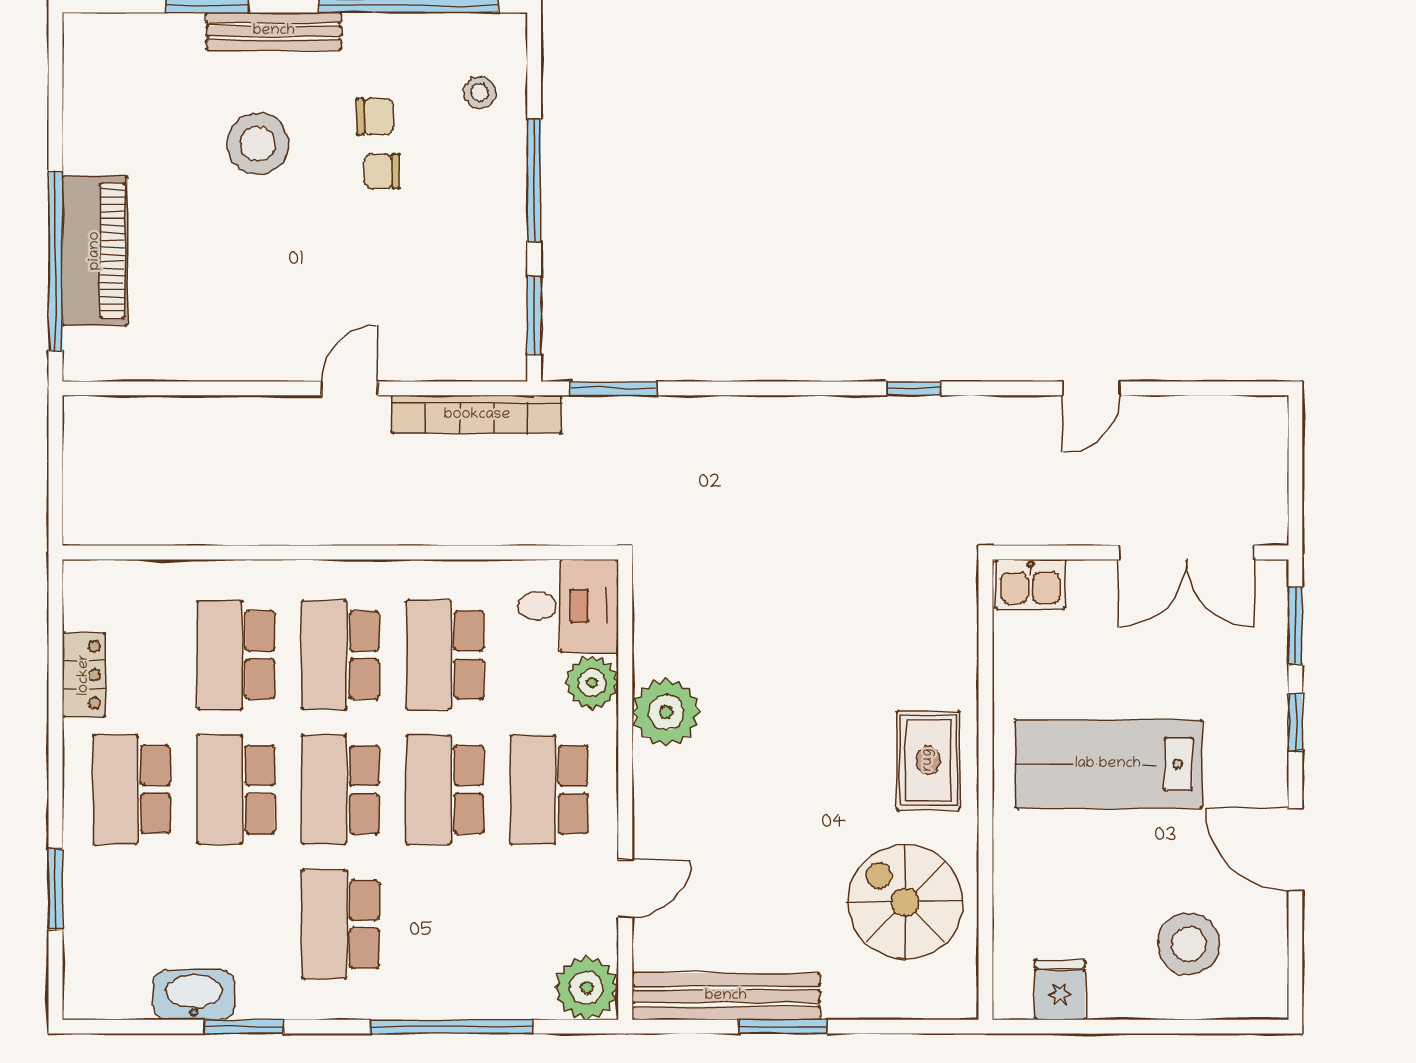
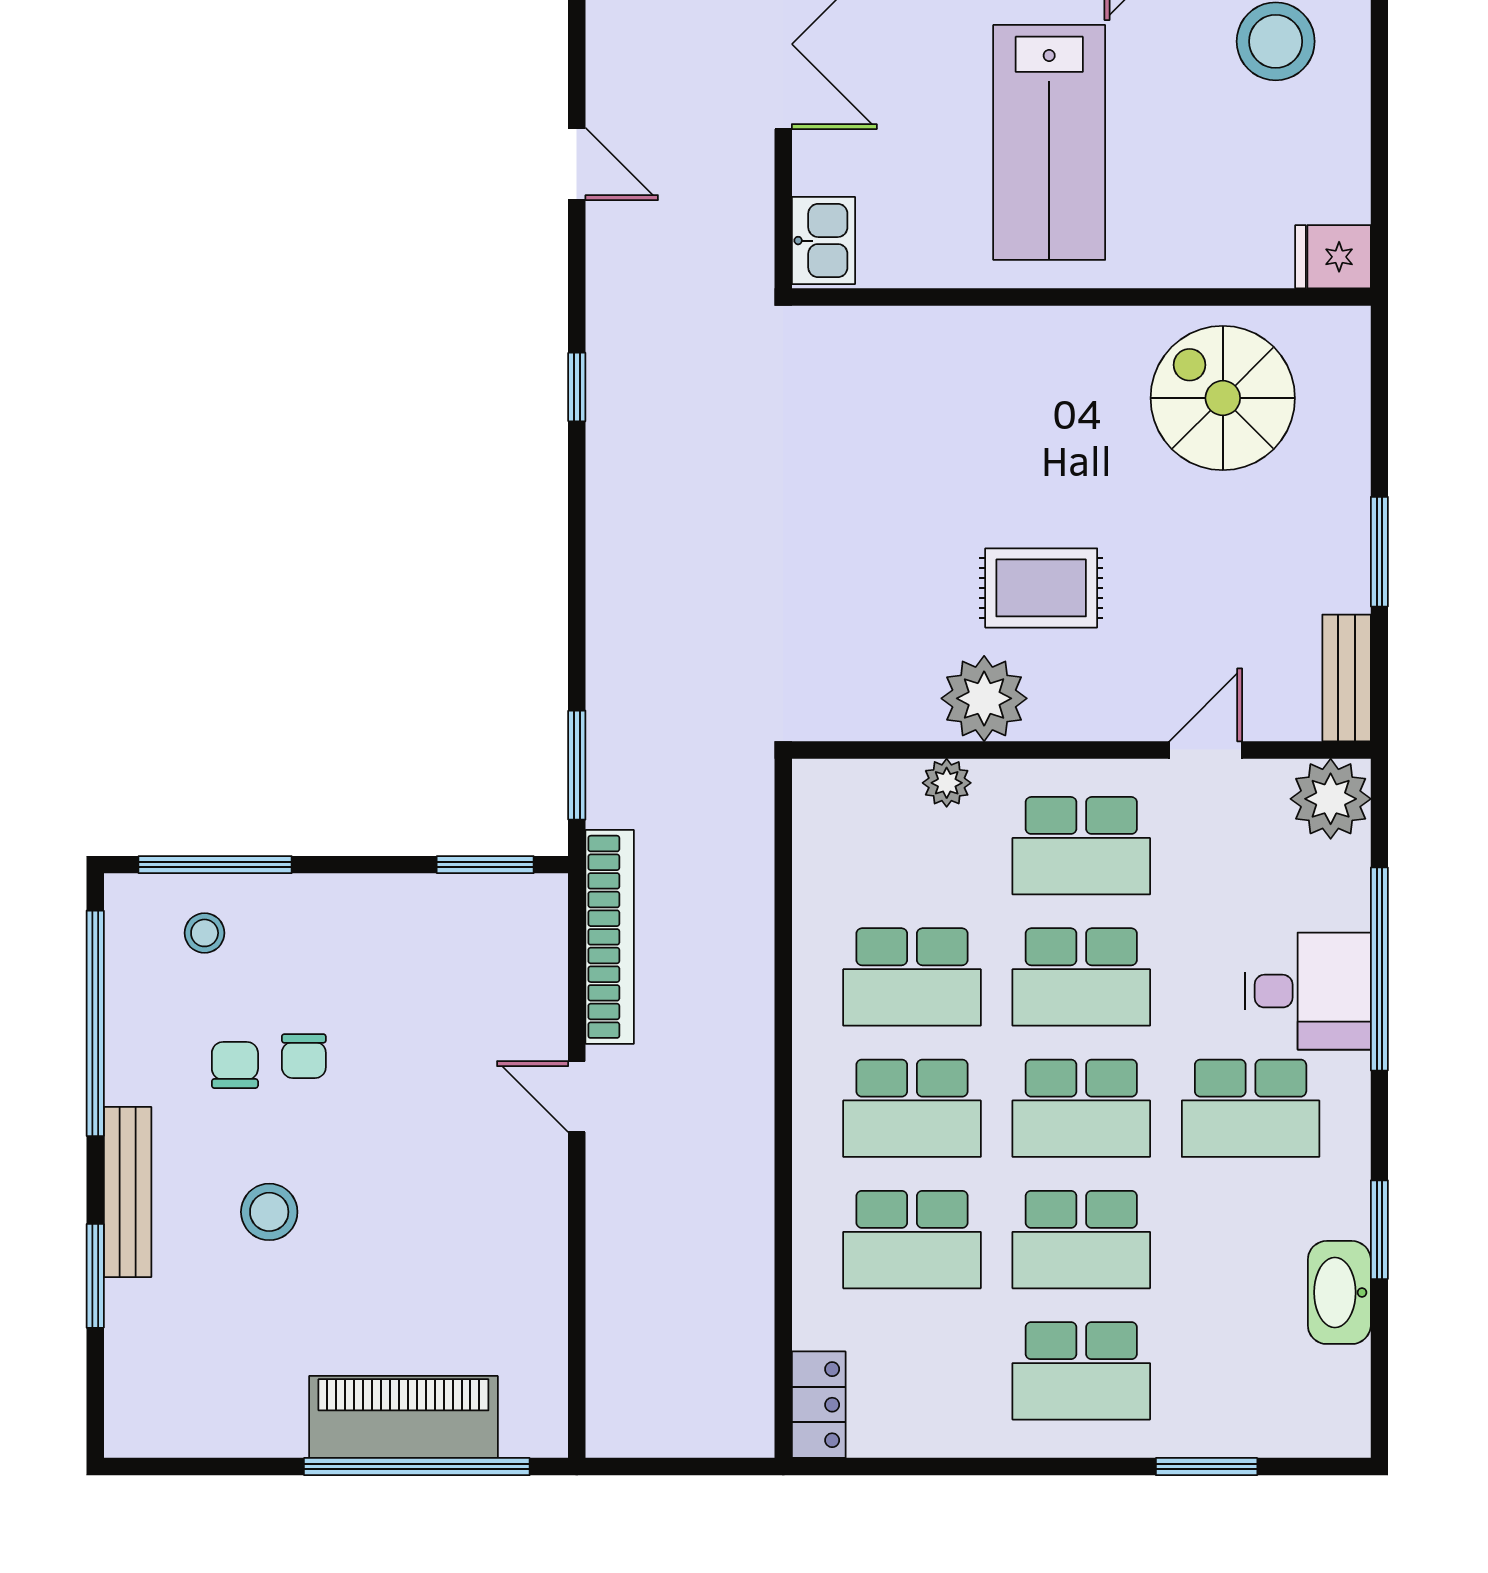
stool: (258, 144) -> (269, 1212), width x0.73, depth x0.73
window: (534, 180) -> (215, 865), moved
desk: (568, 606) -> (1308, 991), moved, turned 90
locker: (84, 675) -> (819, 1405), moved, turned 90
plant: (592, 683) -> (947, 783), width x0.73, depth x0.73
rug: (928, 760) -> (1041, 588), moved
door: (625, 889) -> (1206, 750), hinge flipped
spiral stairs: (905, 902) -> (1223, 398), turned 90
fridge: (1060, 990) -> (1333, 257), moved
bench: (726, 996) -> (1347, 678), width x0.54, depth x0.82

